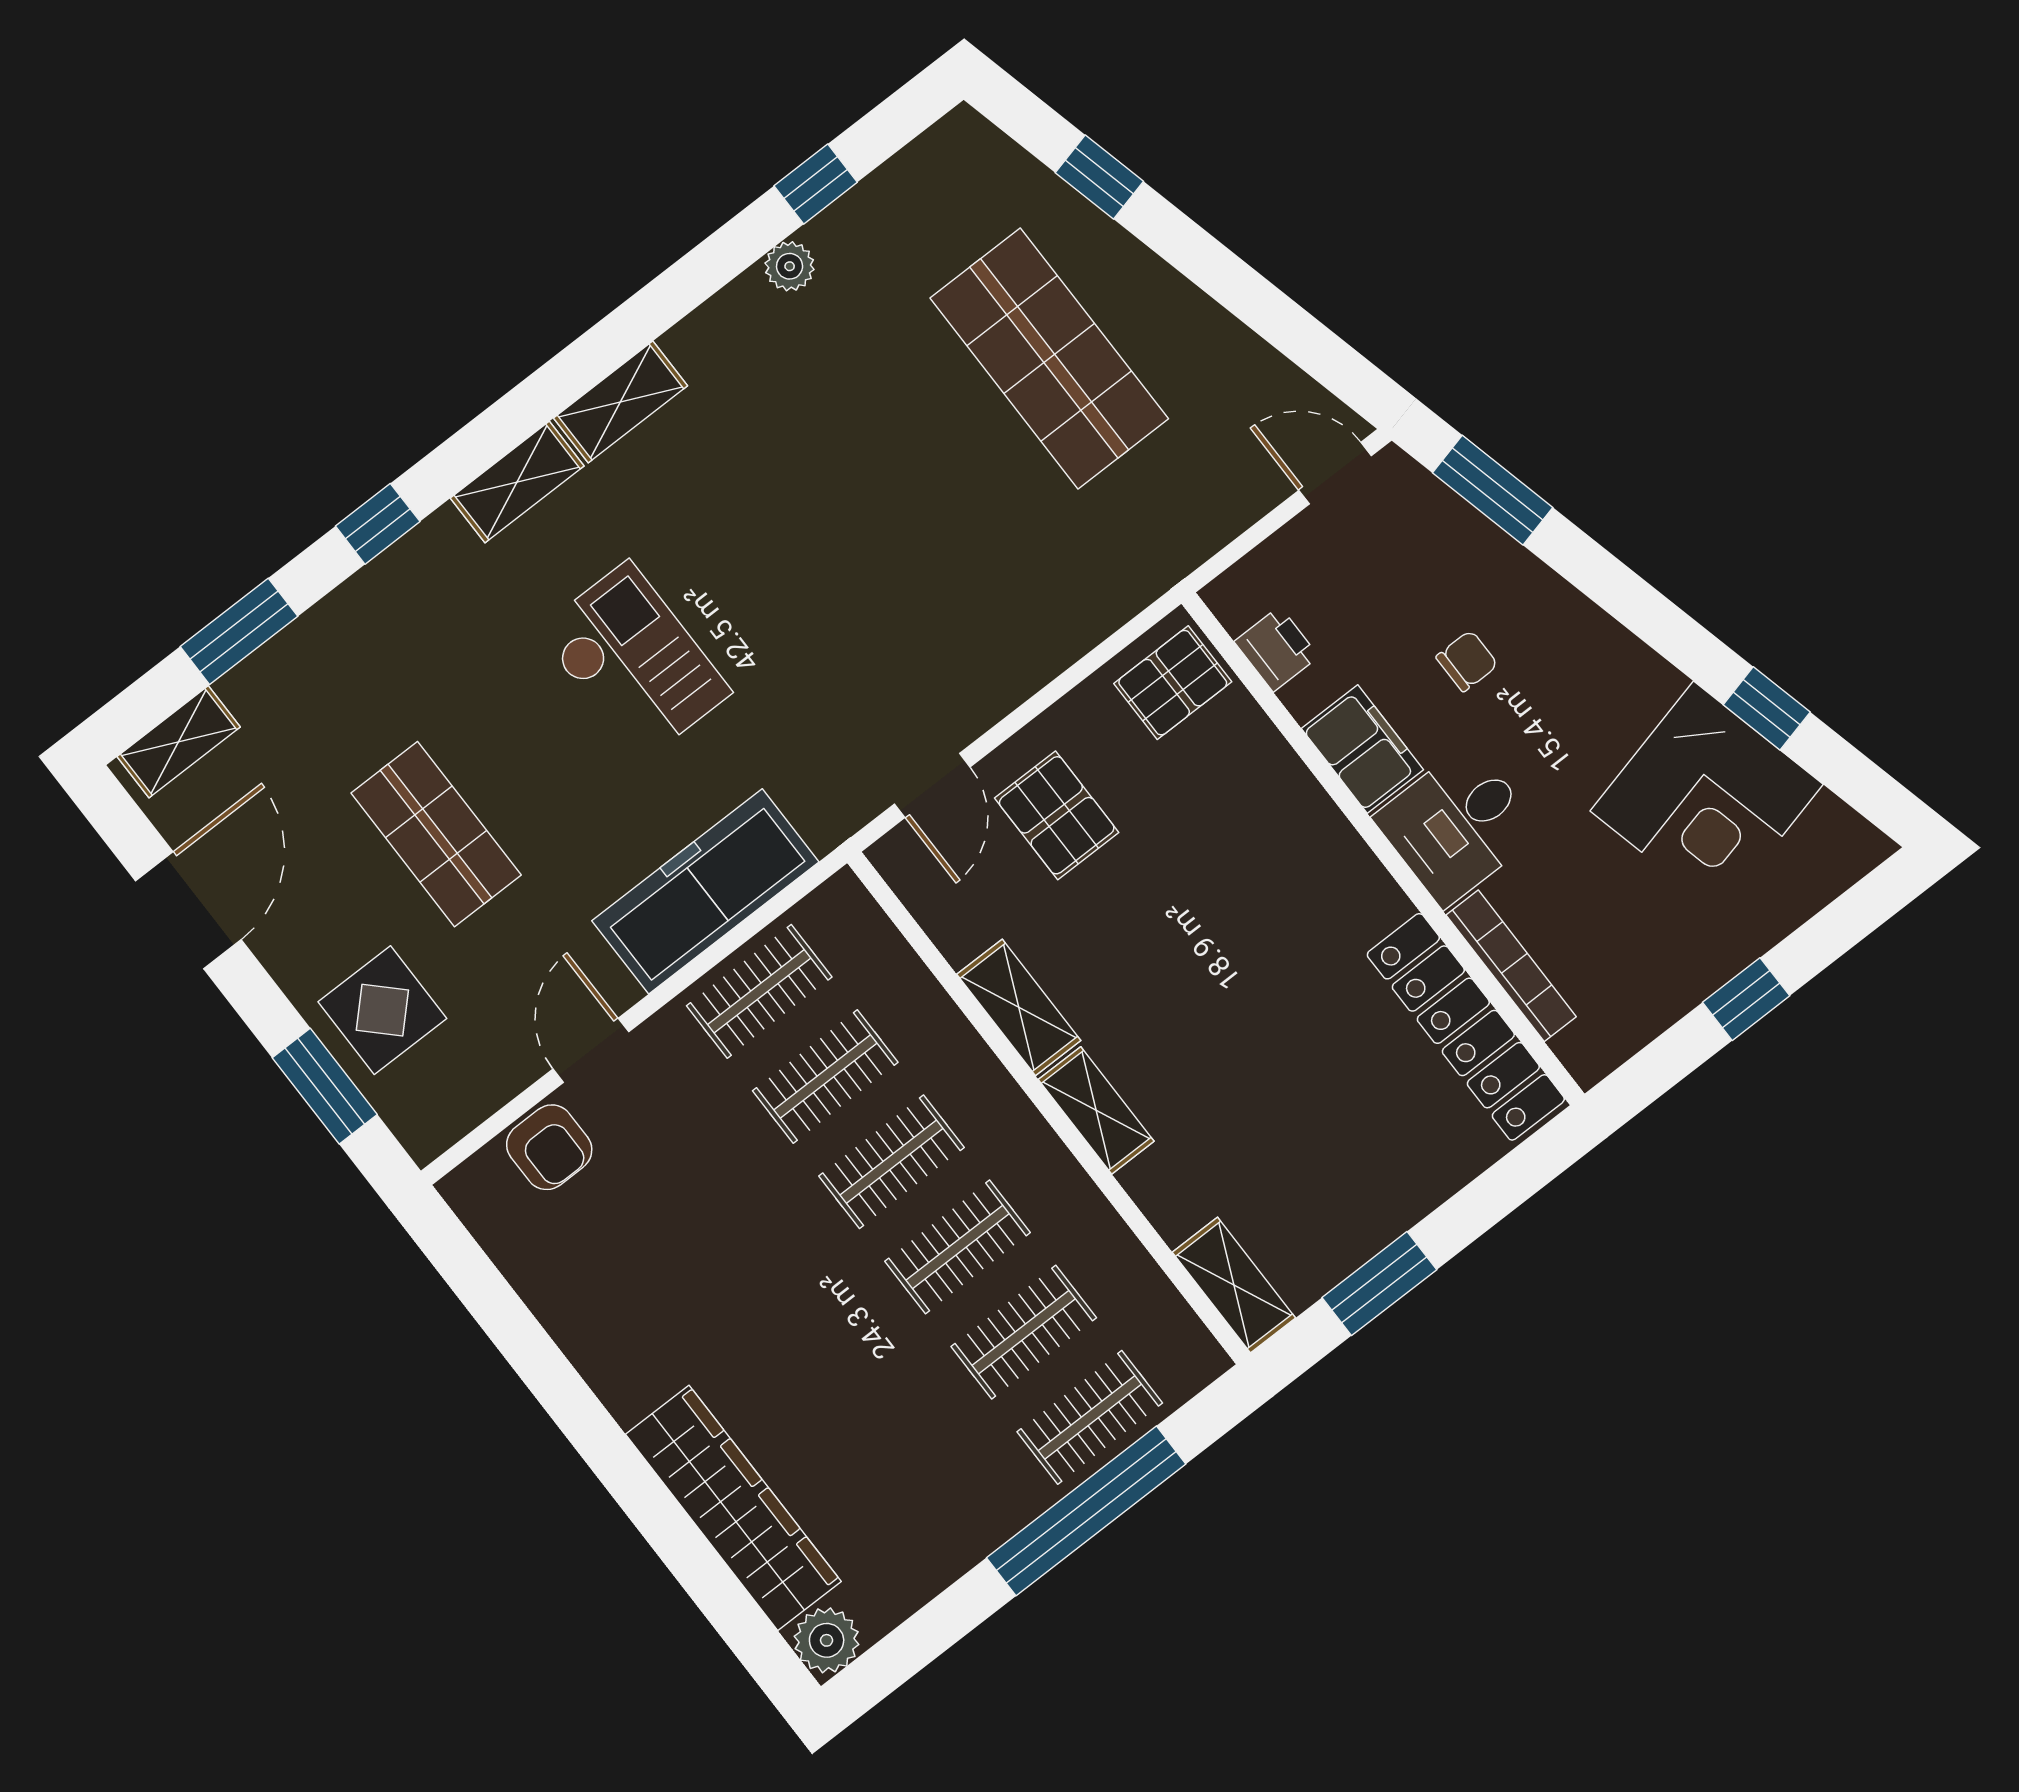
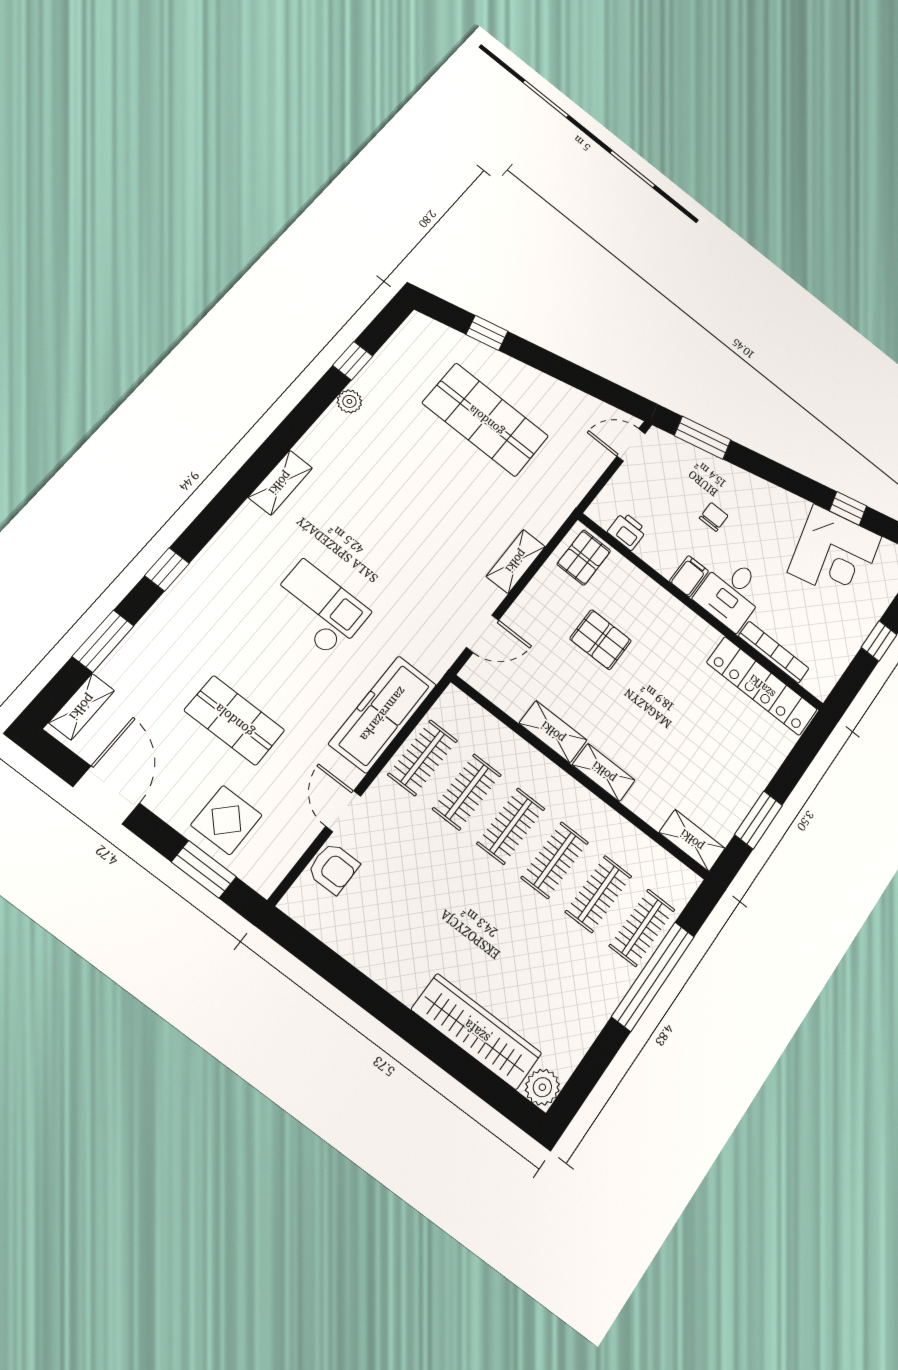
shelving: (517, 482) -> (516, 561), moved
filing cabinet: (1362, 749) -> (689, 576), width x0.50
door: (932, 785) -> (483, 634), hinge flipped
pallet: (1057, 815) -> (601, 640), moved

